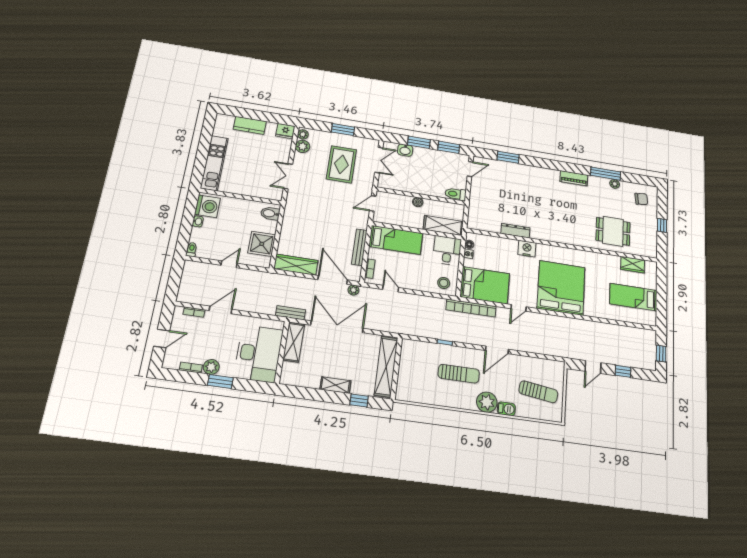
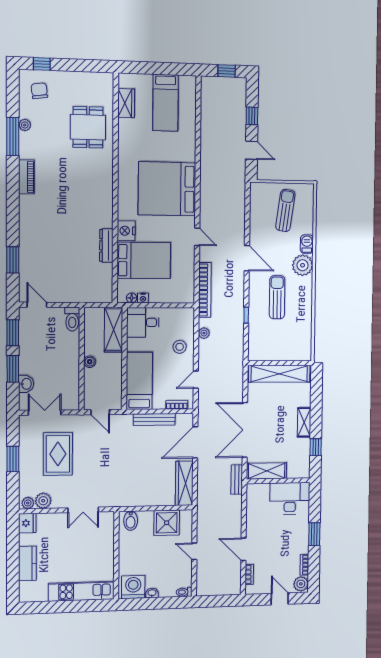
rug: (341, 164) -> (58, 454), turned 90
window: (662, 225) -> (42, 64), moved
stool: (444, 283) -> (180, 347), moved
bed: (485, 285) -> (144, 260), moved, turned 90
plant: (353, 290) -> (204, 333), moved
desk: (258, 354) -> (290, 498), width x0.73, depth x0.77
plant: (211, 367) -> (301, 584), moved
window: (359, 400) -> (316, 447), moved

